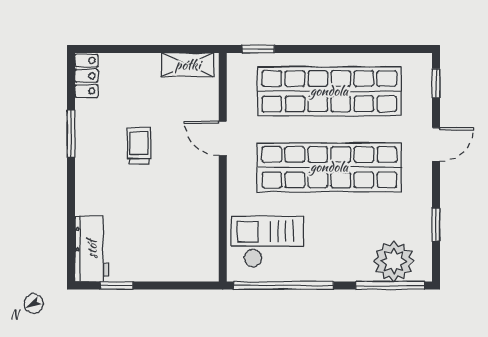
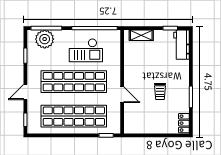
shelving: (188, 65) -> (141, 35), moved
checkout: (267, 242) -> (86, 50), moved

